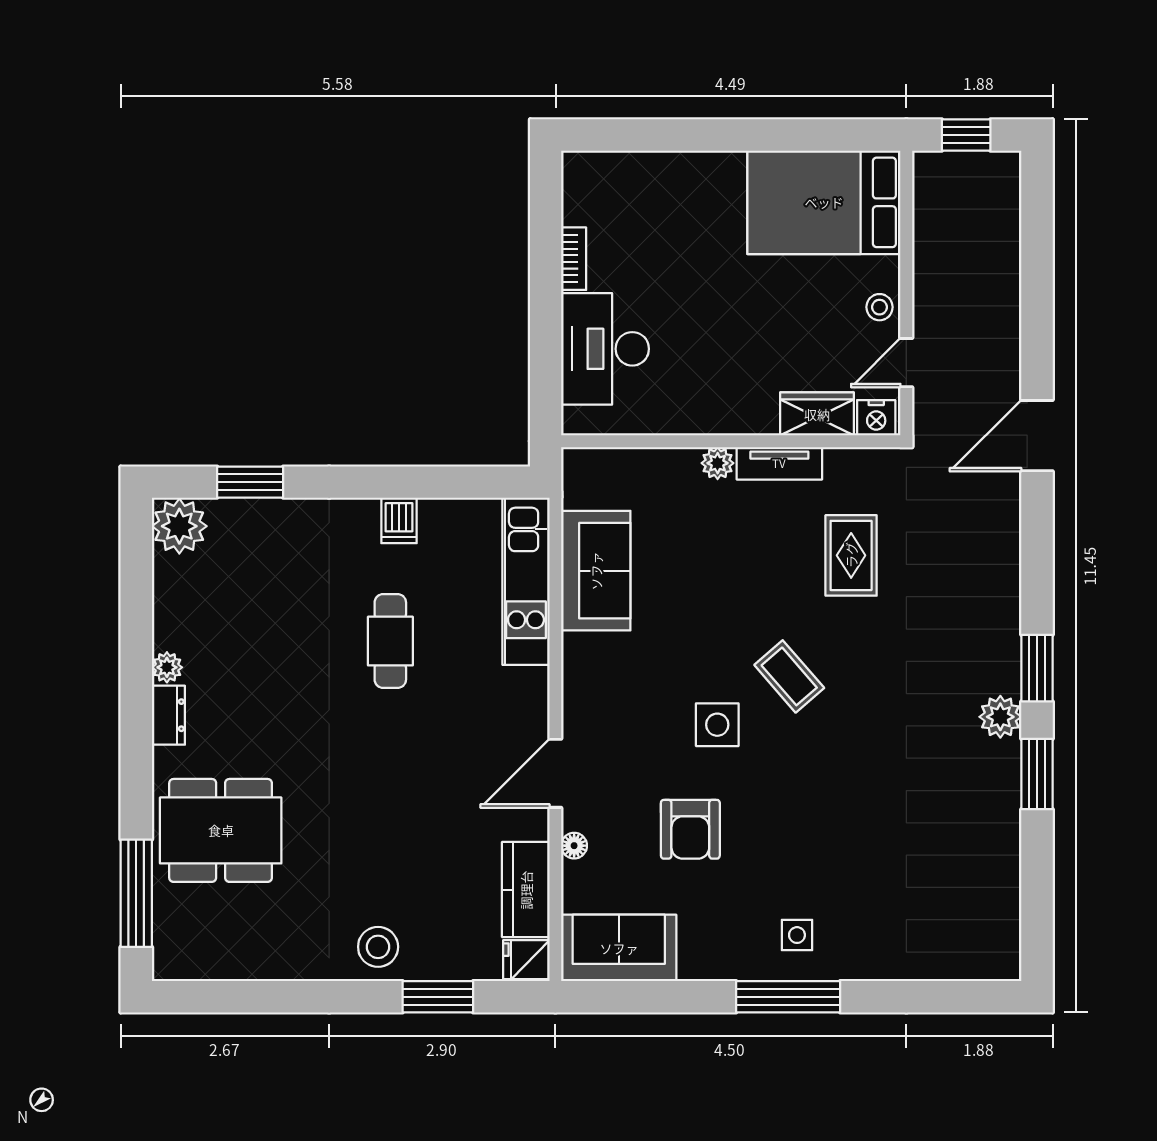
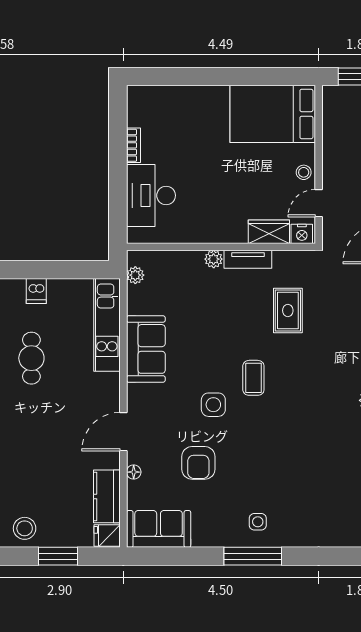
plant: (577, 492) -> (135, 275), added
sofa: (596, 571) -> (146, 349), moved
coffee table: (789, 676) -> (253, 378), turned 41

